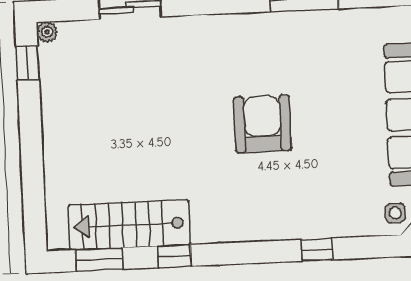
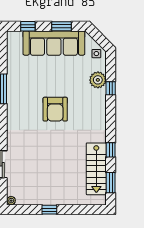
window: (28, 63) -> (49, 210), moved
armchair: (263, 124) -> (55, 109), turned -90
plant: (335, 219) -> (98, 80), added

